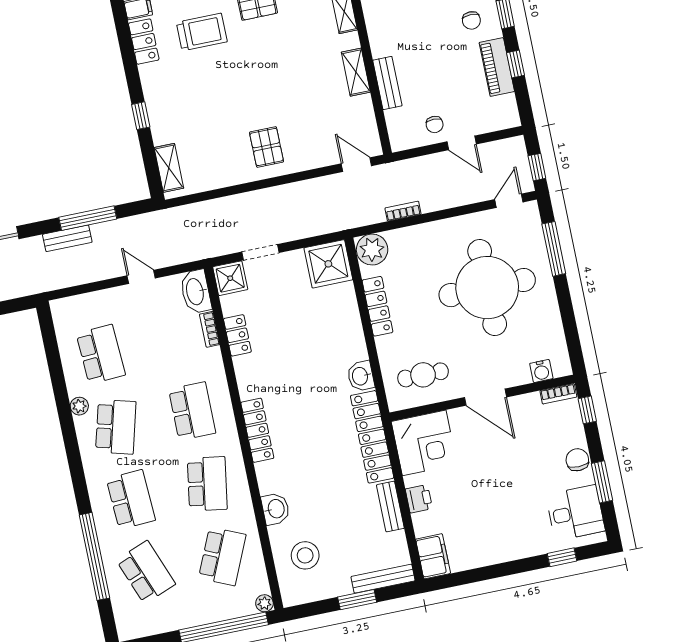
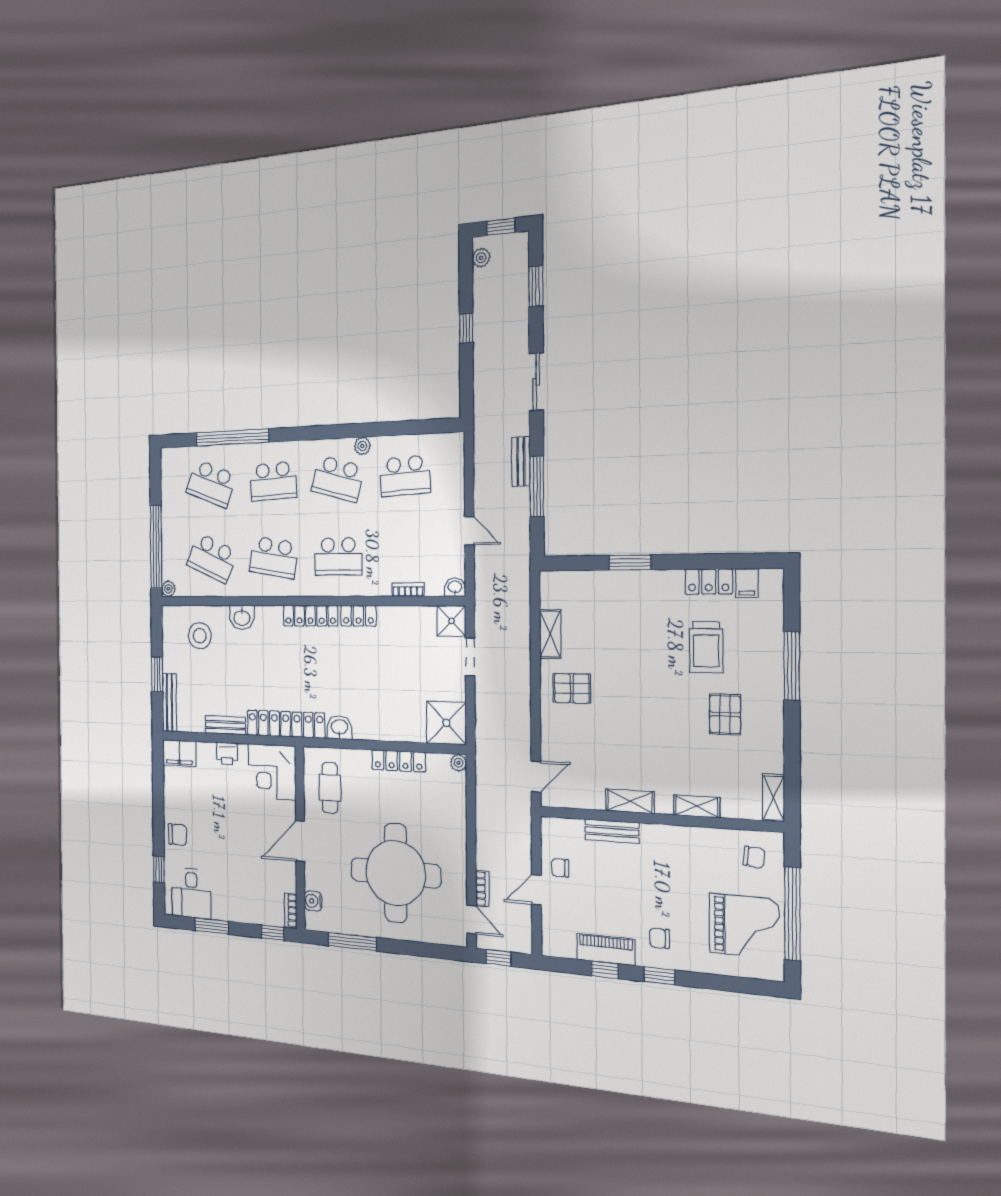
window: (141, 116) -> (630, 562), width x1.50
shelving: (169, 168) -> (550, 634), moved, turned 90
bookcase: (403, 211) -> (482, 889), moved
window: (554, 249) -> (352, 942), moved
plant: (372, 250) -> (458, 763), width x0.53, depth x0.53
door: (141, 277) -> (469, 531), hinge flipped
washbasin: (196, 292) -> (455, 587), width x0.52, depth x0.69
locker: (237, 335) -> (358, 616), moved
chair: (577, 460) -> (178, 834), moved
school desk: (146, 572) -> (211, 484), turned 42

